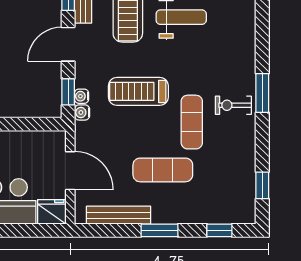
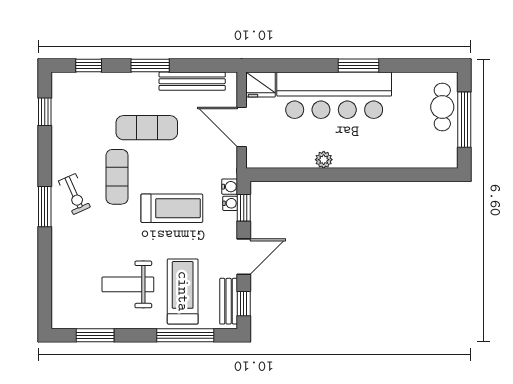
exercise bike: (233, 105) -> (74, 194), turned 66

